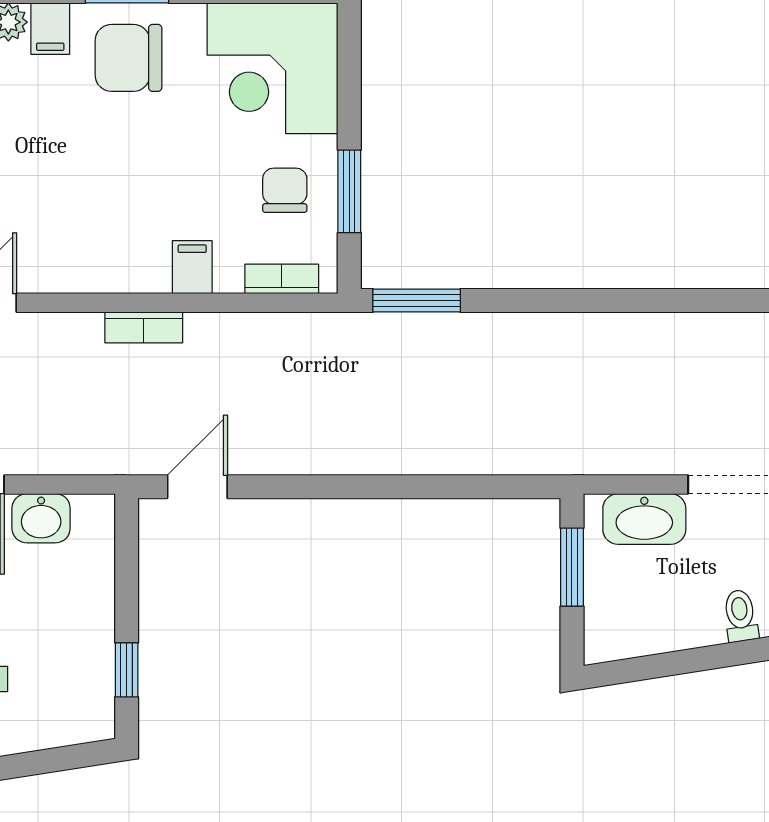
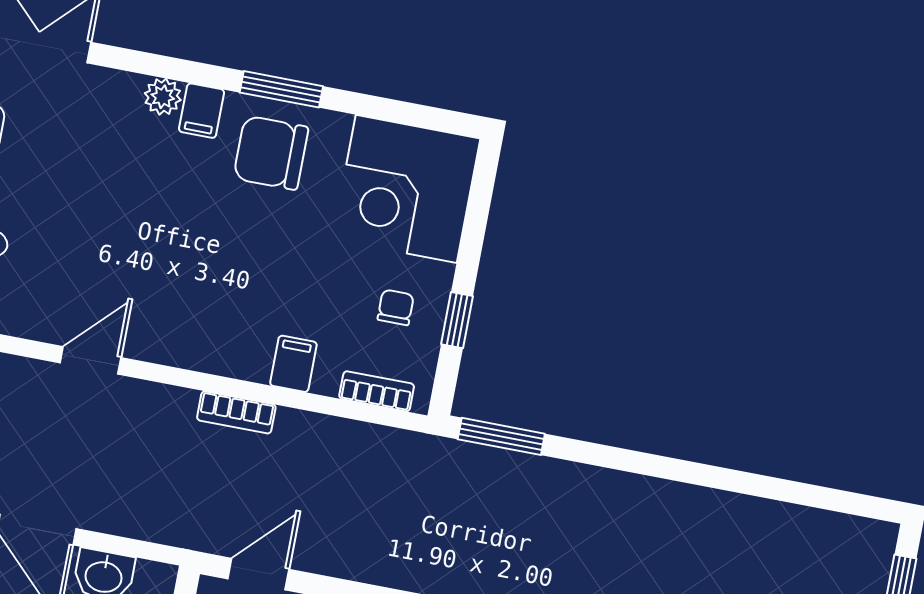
chair: (285, 190) -> (396, 307), width x0.73, depth x0.73
window: (349, 191) -> (457, 320), width x0.67

